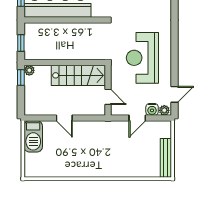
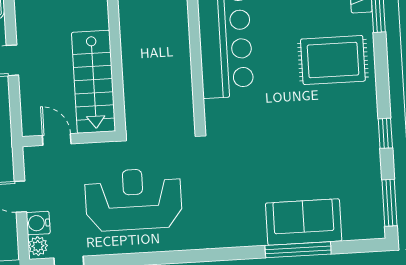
door: (108, 97) -> (57, 140), swing flipped

